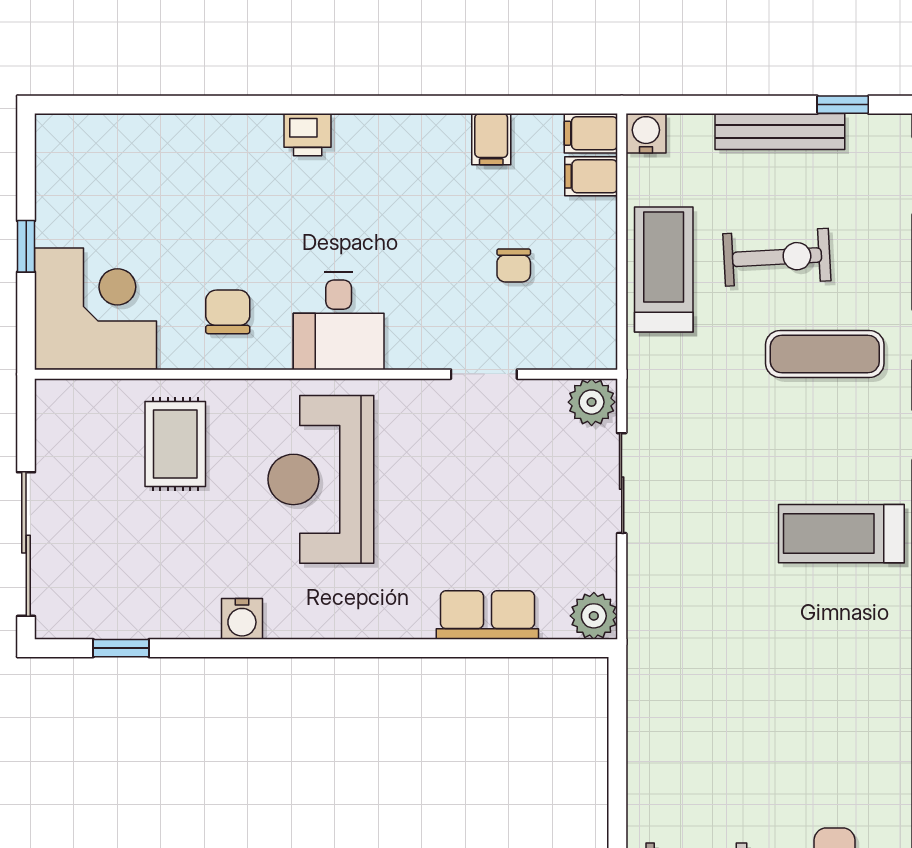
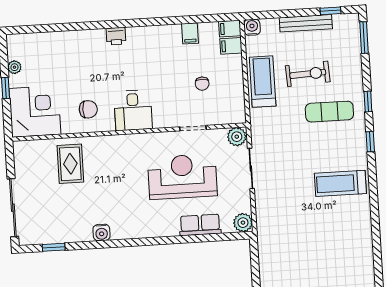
plant: (51, 196) -> (14, 67), added
chair: (228, 312) -> (88, 109), turned 90
reception desk: (321, 479) -> (182, 177), moved, turned 90

